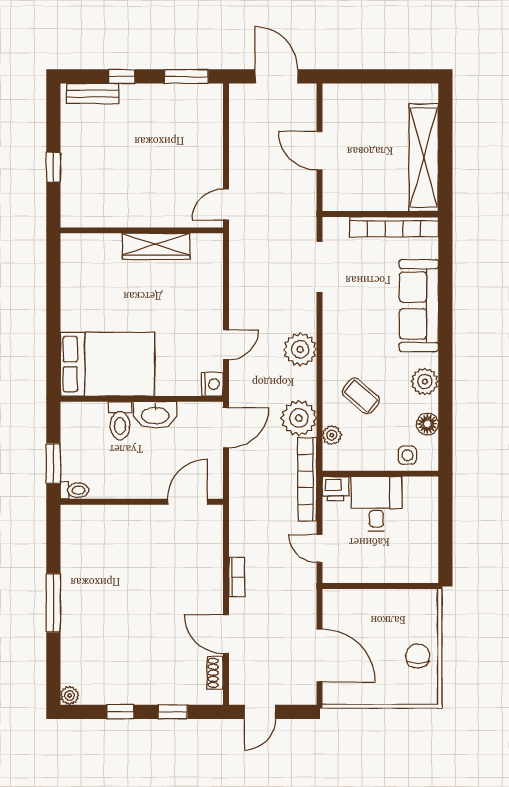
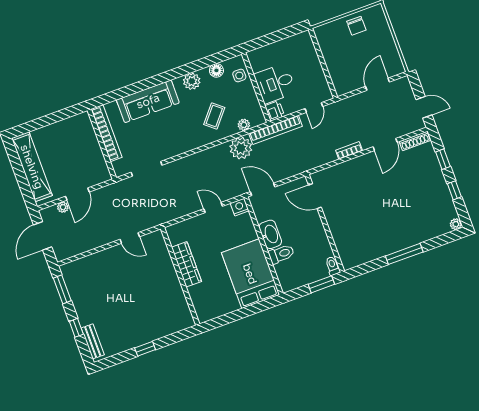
shelving: (424, 157) -> (32, 167), moved, turned 90
wall: (142, 230) -> (180, 276), moved
wardrobe: (156, 246) -> (186, 264), moved
plant: (300, 349) -> (63, 207), moved, width x0.53, depth x0.53
door: (320, 656) -> (378, 84), width x0.73
chair: (418, 656) -> (356, 26), turned -90
shoe rack: (215, 673) -> (415, 141), width x1.43

